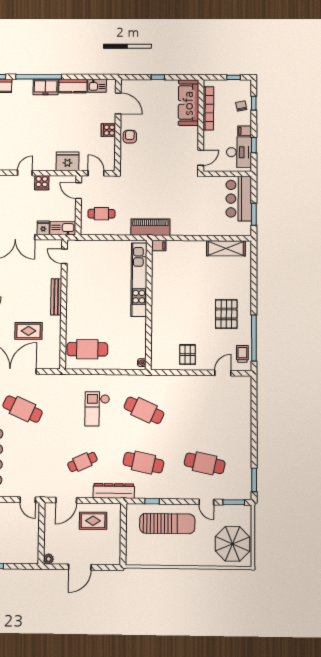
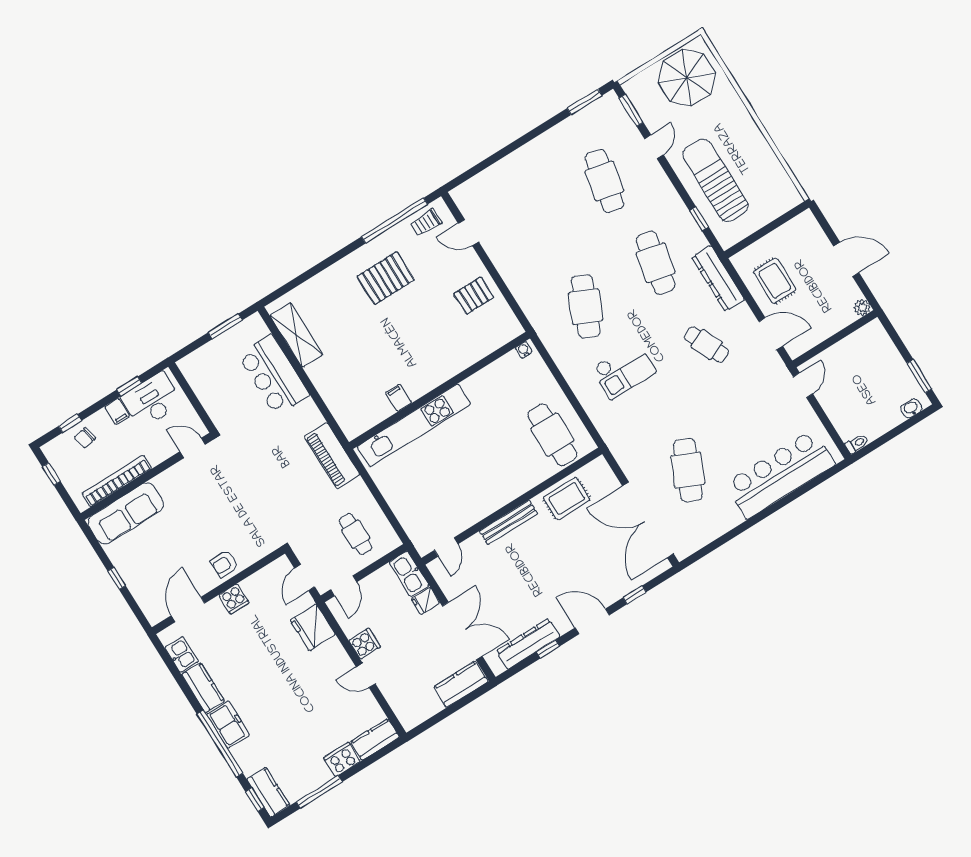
bar counter: (239, 199) -> (274, 375), moved, turned 90
filing cabinet: (159, 246) -> (398, 398), moved
rug: (28, 331) -> (567, 499), moved, turned 90

